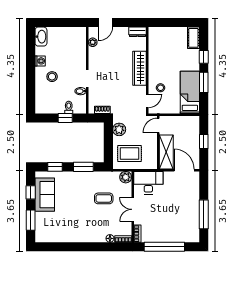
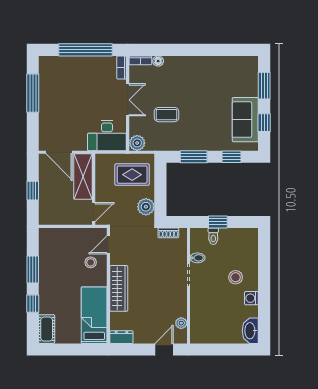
bed: (190, 92) -> (94, 315), moved, turned 180

